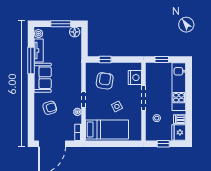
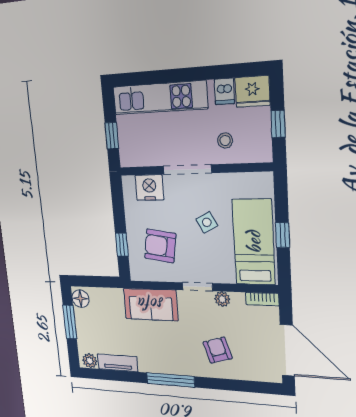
window: (31, 60) -> (171, 380), moved
sofa: (43, 78) -> (151, 304), moved, turned 180
window: (111, 144) -> (283, 235), added

